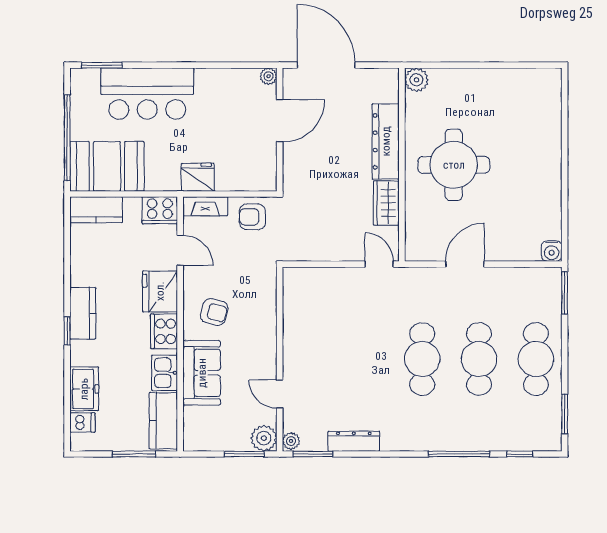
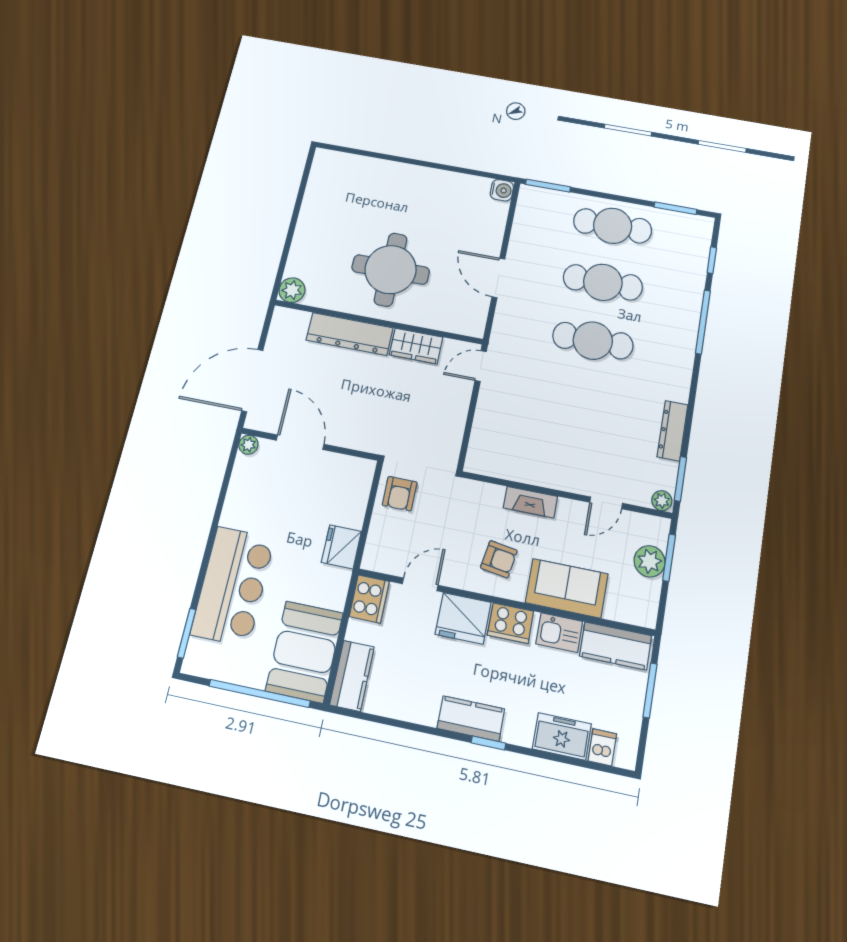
fireplace: (205, 206) -> (530, 502), moved, turned 90
armchair: (214, 312) -> (499, 559), turned 84
plant: (264, 438) -> (650, 561), moved

